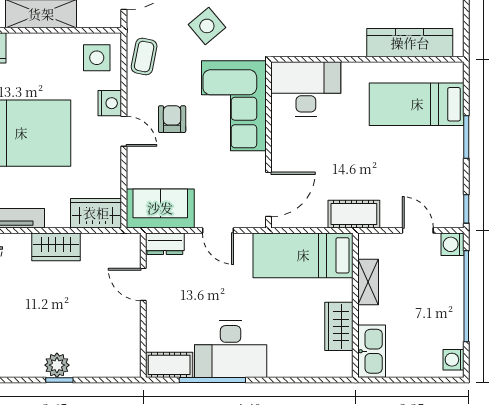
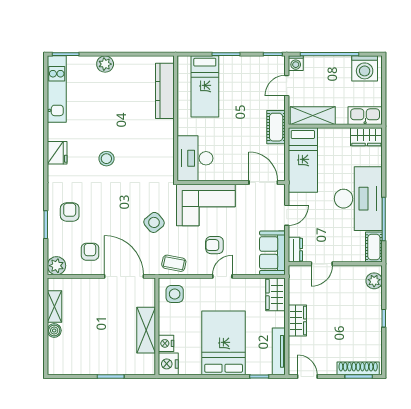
nightstand: (110, 103) -> (166, 343), moved, turned -90
shelving: (368, 282) -> (313, 116), width x1.50, depth x1.33
wardrobe: (339, 326) -> (366, 137), moved
desk: (231, 349) -> (358, 199), width x1.36, depth x1.30
washing machine: (454, 360) -> (365, 68), width x1.89, depth x1.89
plant: (57, 365) -> (374, 281), moved

